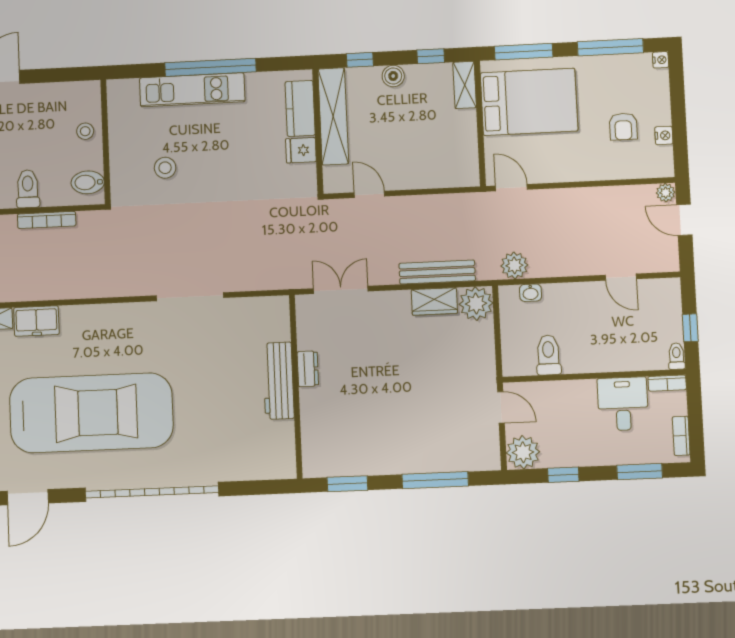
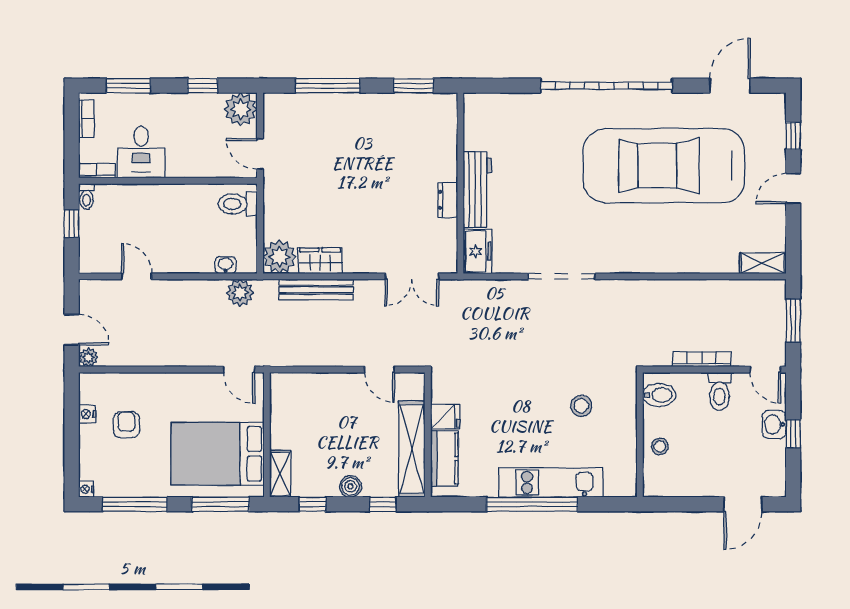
freezer: (36, 321) -> (478, 251), moved, turned 90
toilet: (548, 355) -> (238, 204), moved, turned 90

